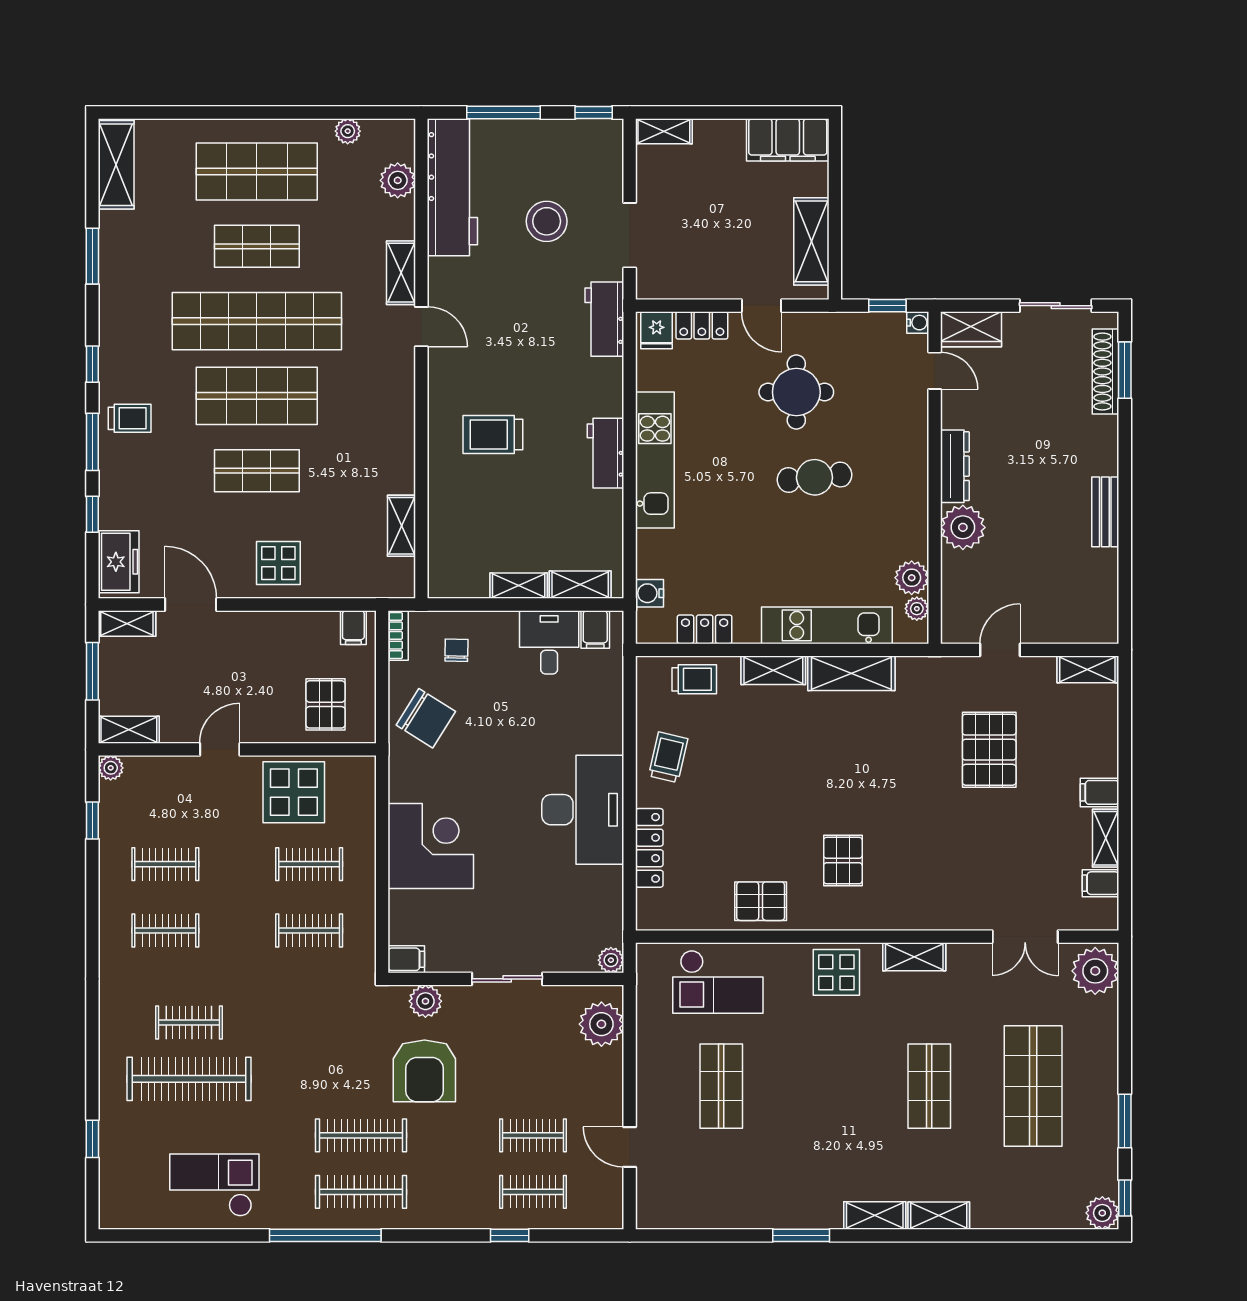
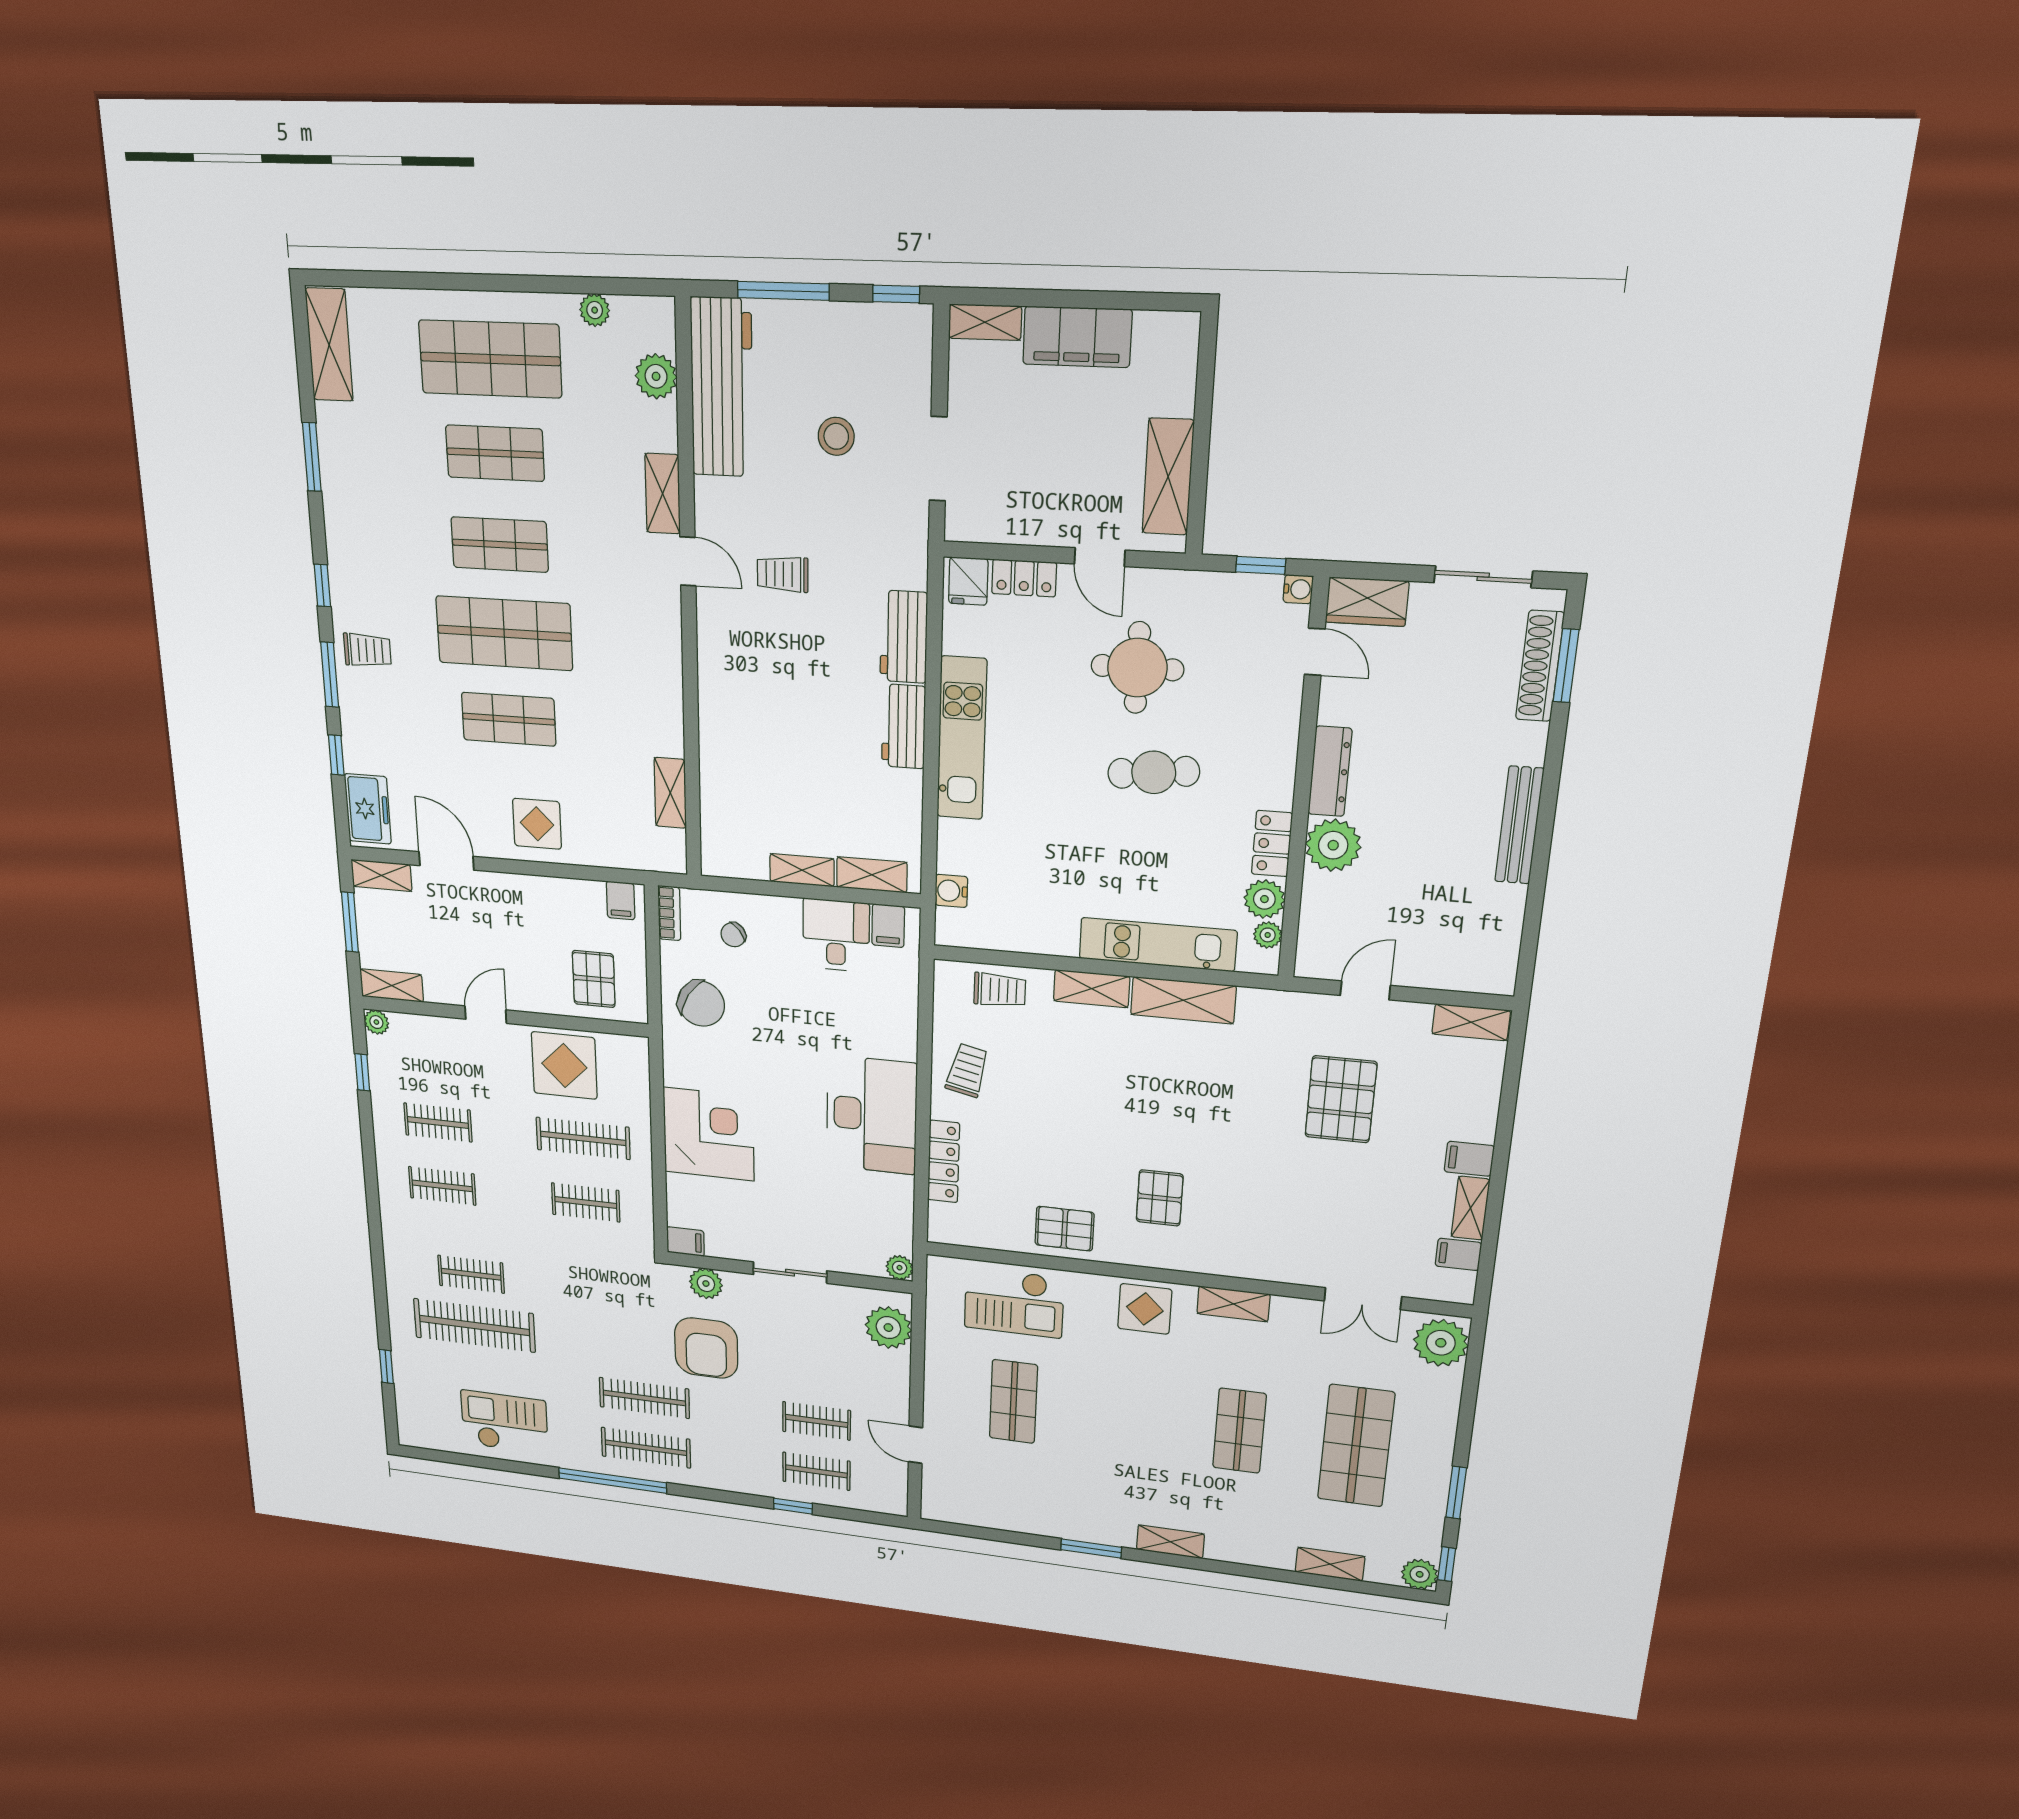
filing cabinet: (788, 140) -> (1077, 337), moved
stool: (547, 221) -> (836, 436), width x0.73, depth x0.73
workbench: (604, 319) -> (904, 637), moved
shop shelf: (257, 321) -> (500, 545), width x0.50, depth x0.74
trolley: (493, 435) -> (783, 574), moved, width x0.73, depth x0.72
bench: (1105, 512) -> (1519, 825), width x1.36
locker: (705, 629) -> (1272, 844), moved, turned -90
chair: (456, 650) -> (733, 935), turned -130
clothes rail: (309, 864) -> (583, 1138), width x1.36
shelving: (939, 1216) -> (1330, 1564), moved

